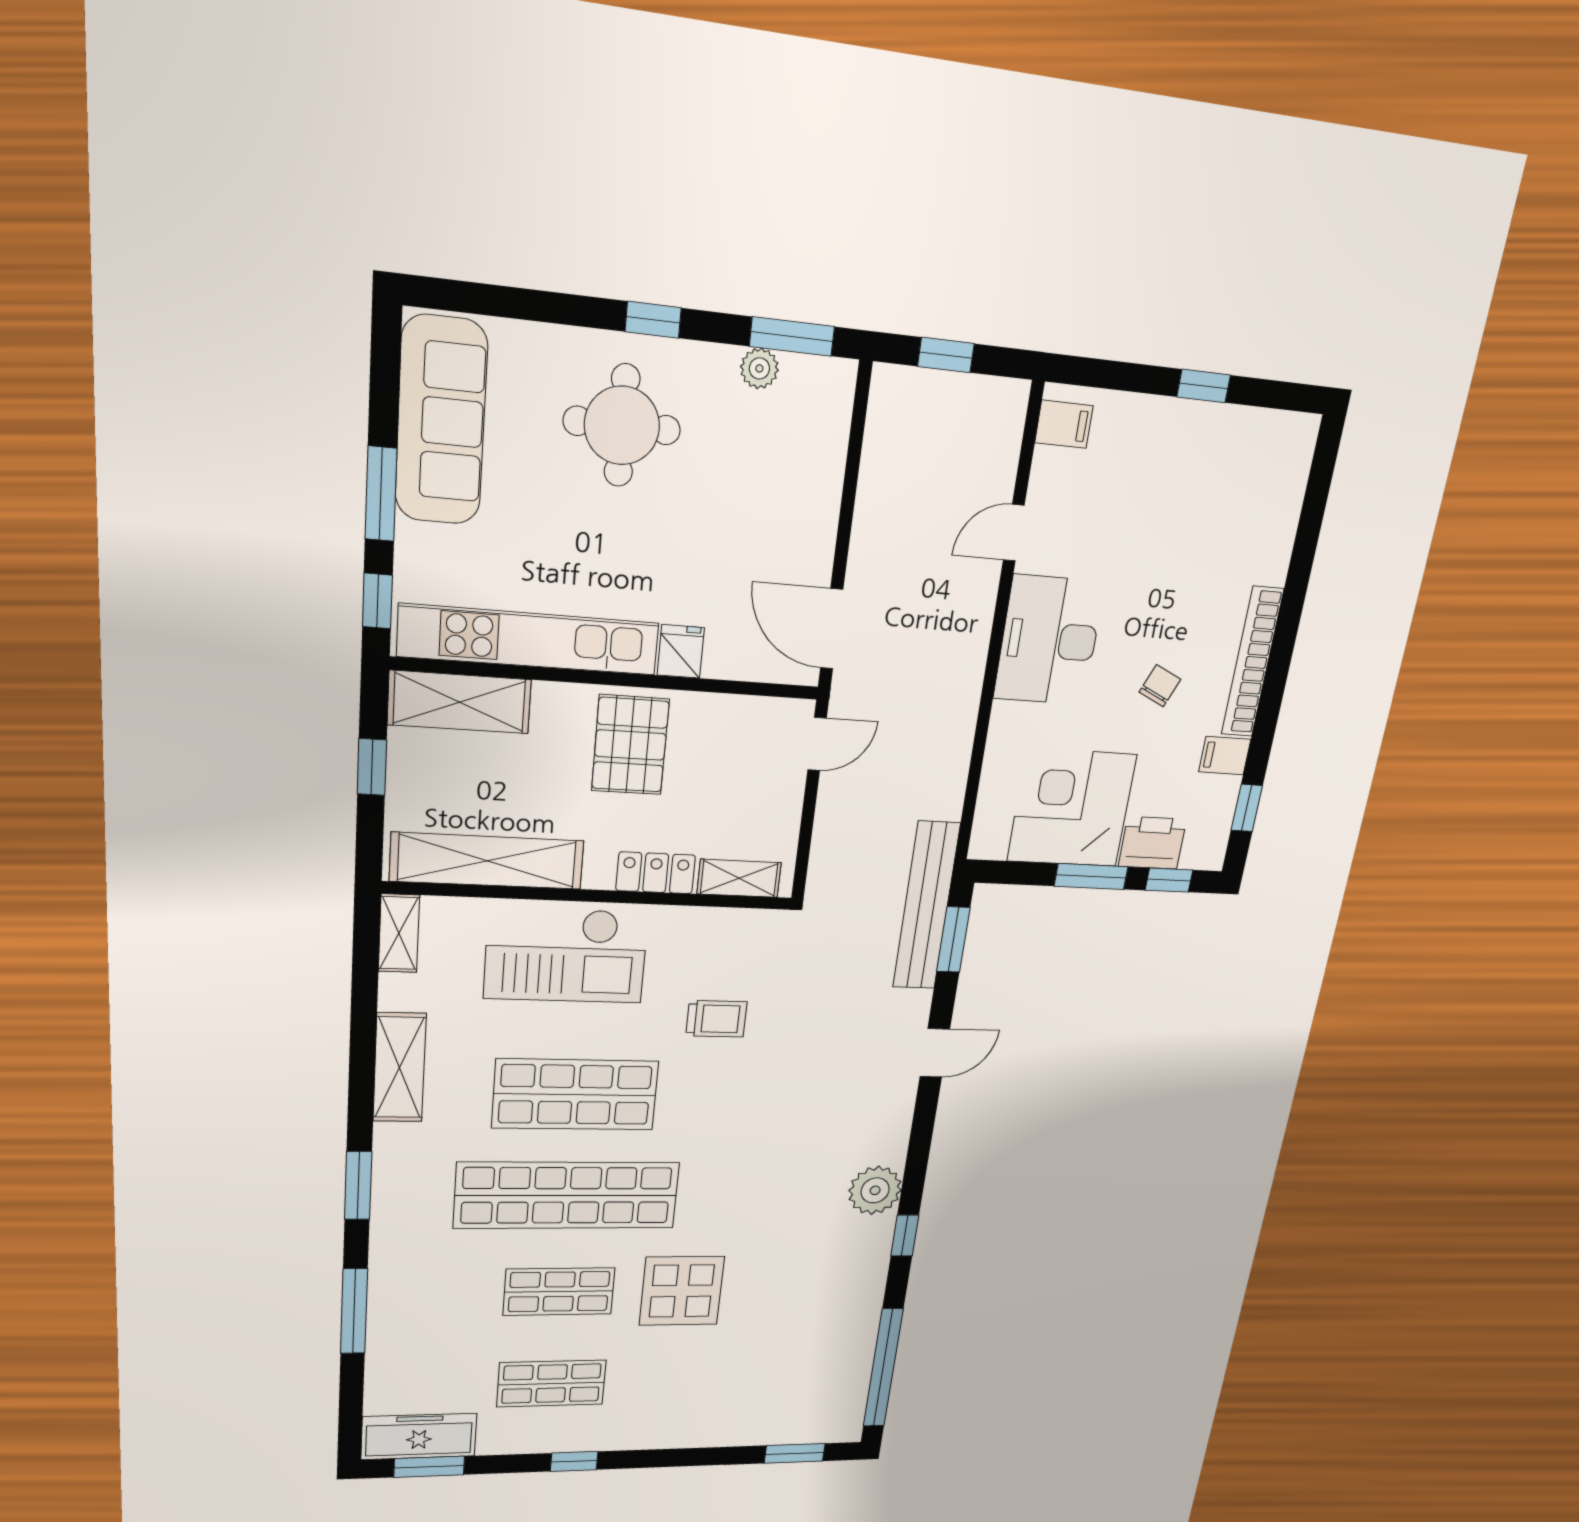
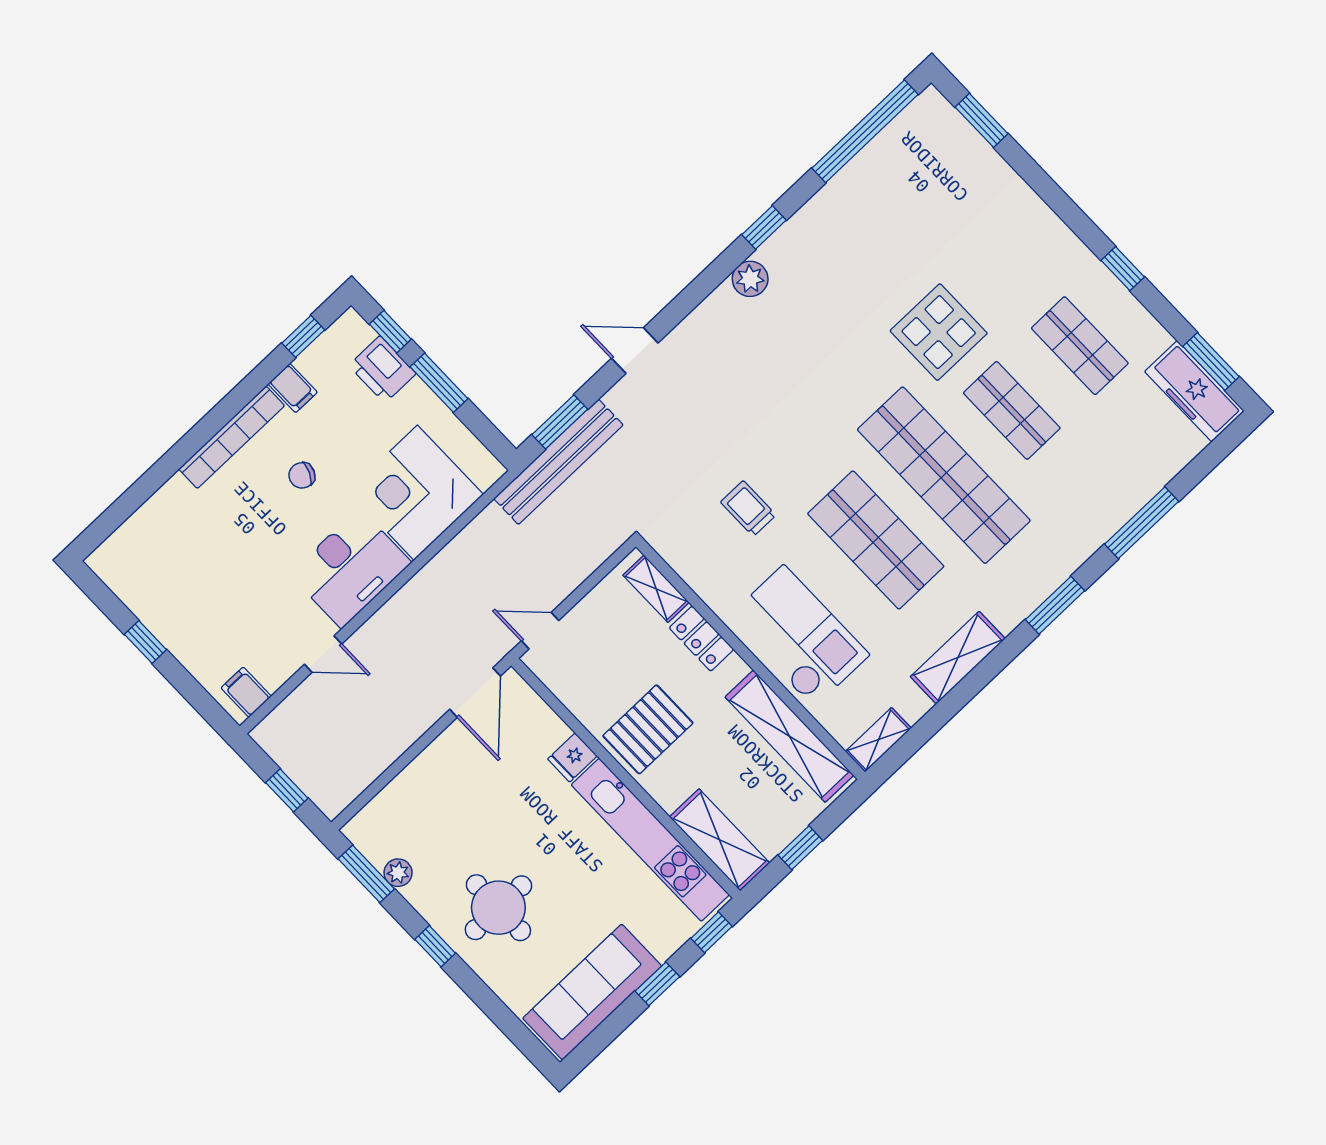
window: (381, 494) -> (657, 984), width x0.67
corner desk: (1072, 808) -> (416, 493), moved, turned 90
plant: (875, 1190) -> (750, 279), width x0.73, depth x0.73

